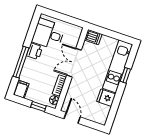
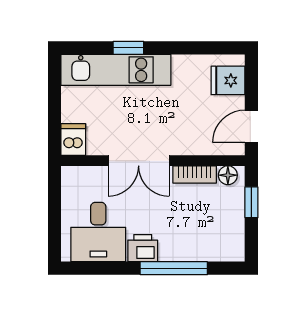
filing cabinet: (21, 89) -> (228, 249), removed
fridge: (106, 98) -> (228, 80), moved, turned 90

